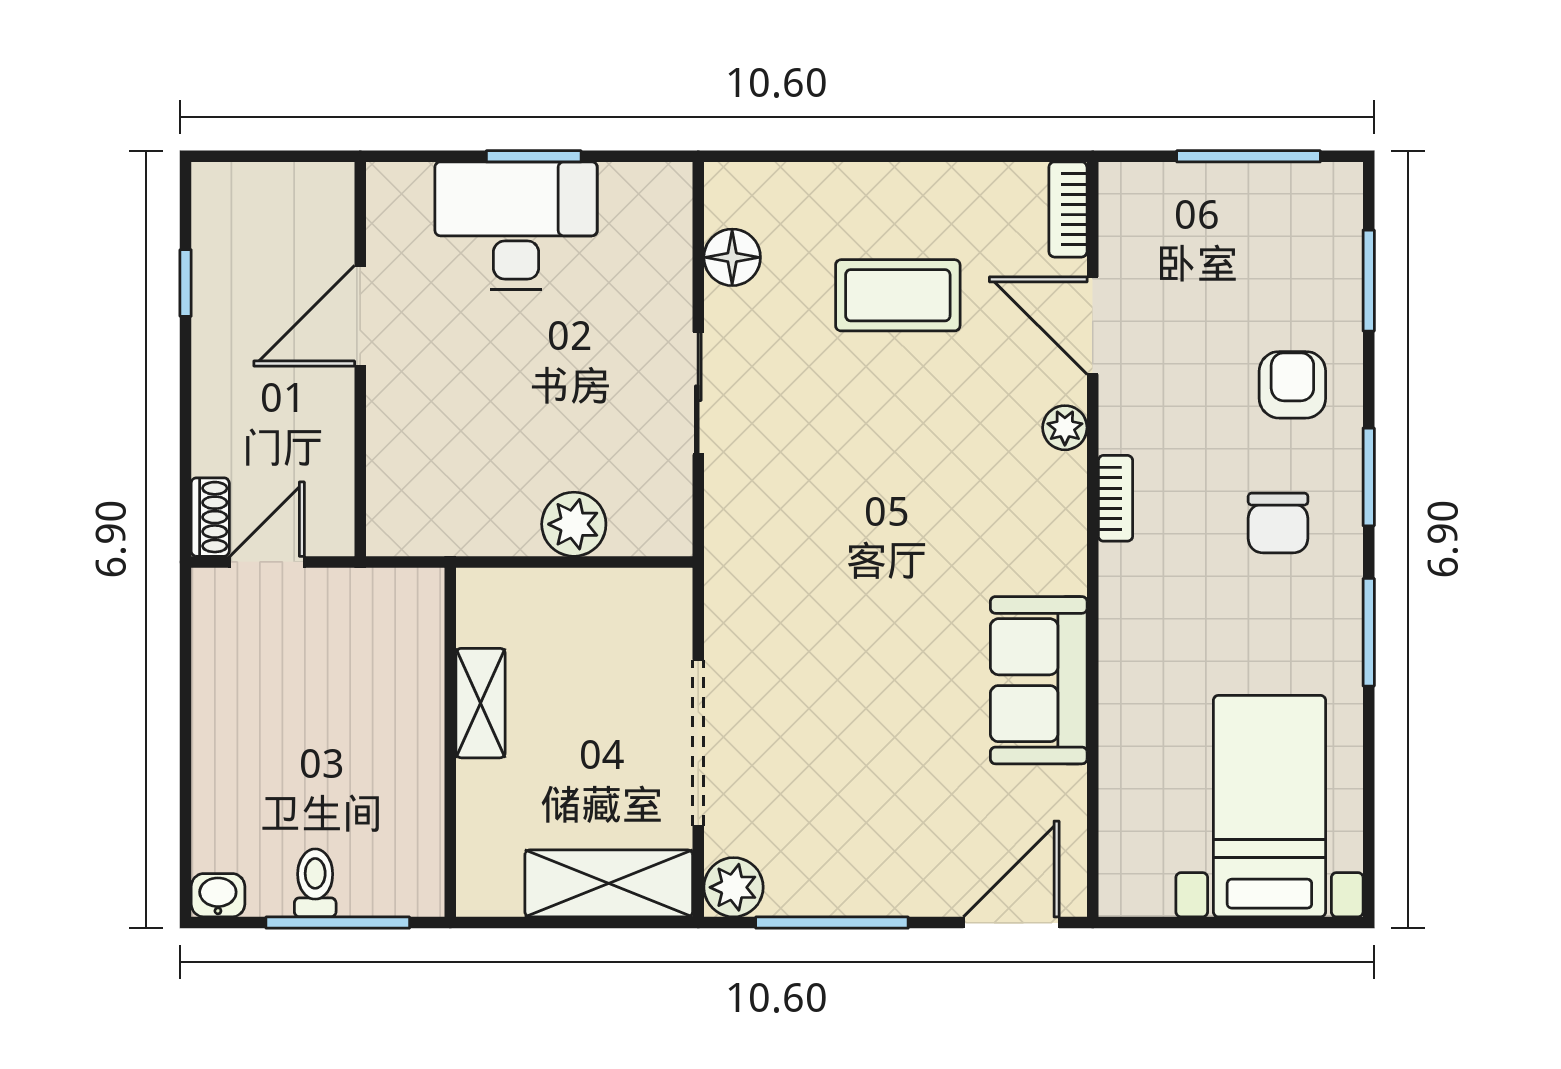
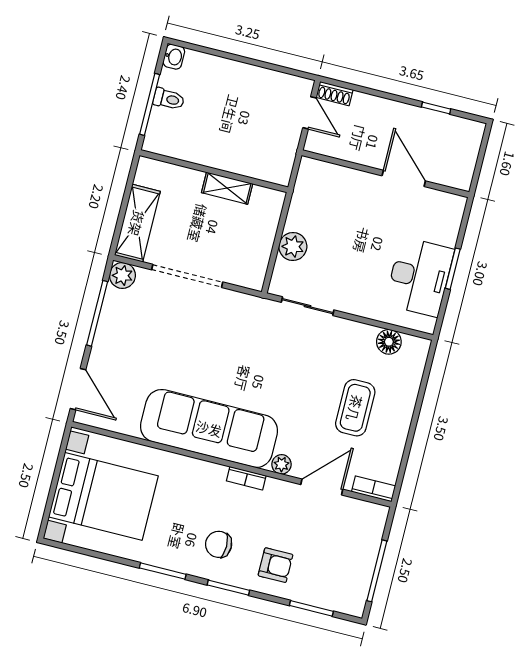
desk: (516, 226) -> (419, 277), moved
sliding door: (698, 393) -> (308, 306), moved
sofa: (1039, 680) -> (209, 428), width x1.85, depth x1.27
bed with nightstands: (1269, 806) -> (103, 496), width x1.36

